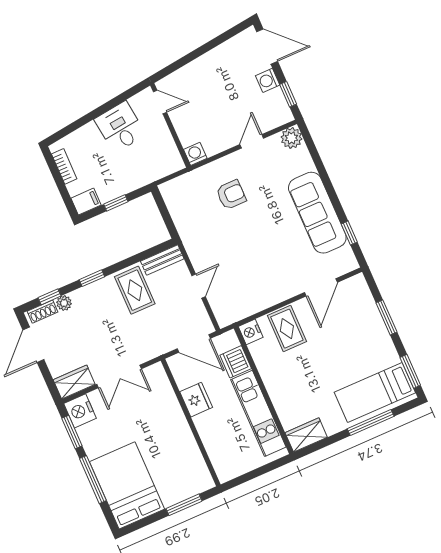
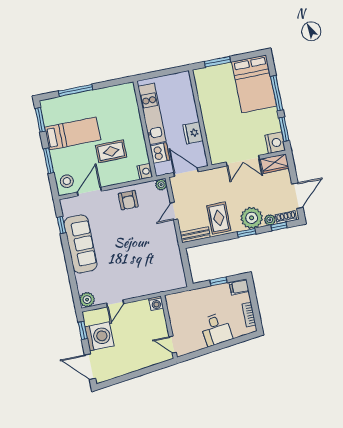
washing machine: (268, 80) -> (99, 336), width x1.89, depth x1.89
desk: (120, 127) -> (216, 329), moved
armchair: (231, 195) -> (128, 200), moved, turned -90
stool: (355, 295) -> (67, 181), added
plant: (90, 300) -> (252, 218), added
plant: (224, 319) -> (161, 185), added
rug: (287, 329) -> (111, 151), moved, turned 90
double door: (119, 376) -> (243, 161), swing flipped
bed: (375, 393) -> (73, 134), moved
wardrobe: (306, 435) -> (122, 92), removed

